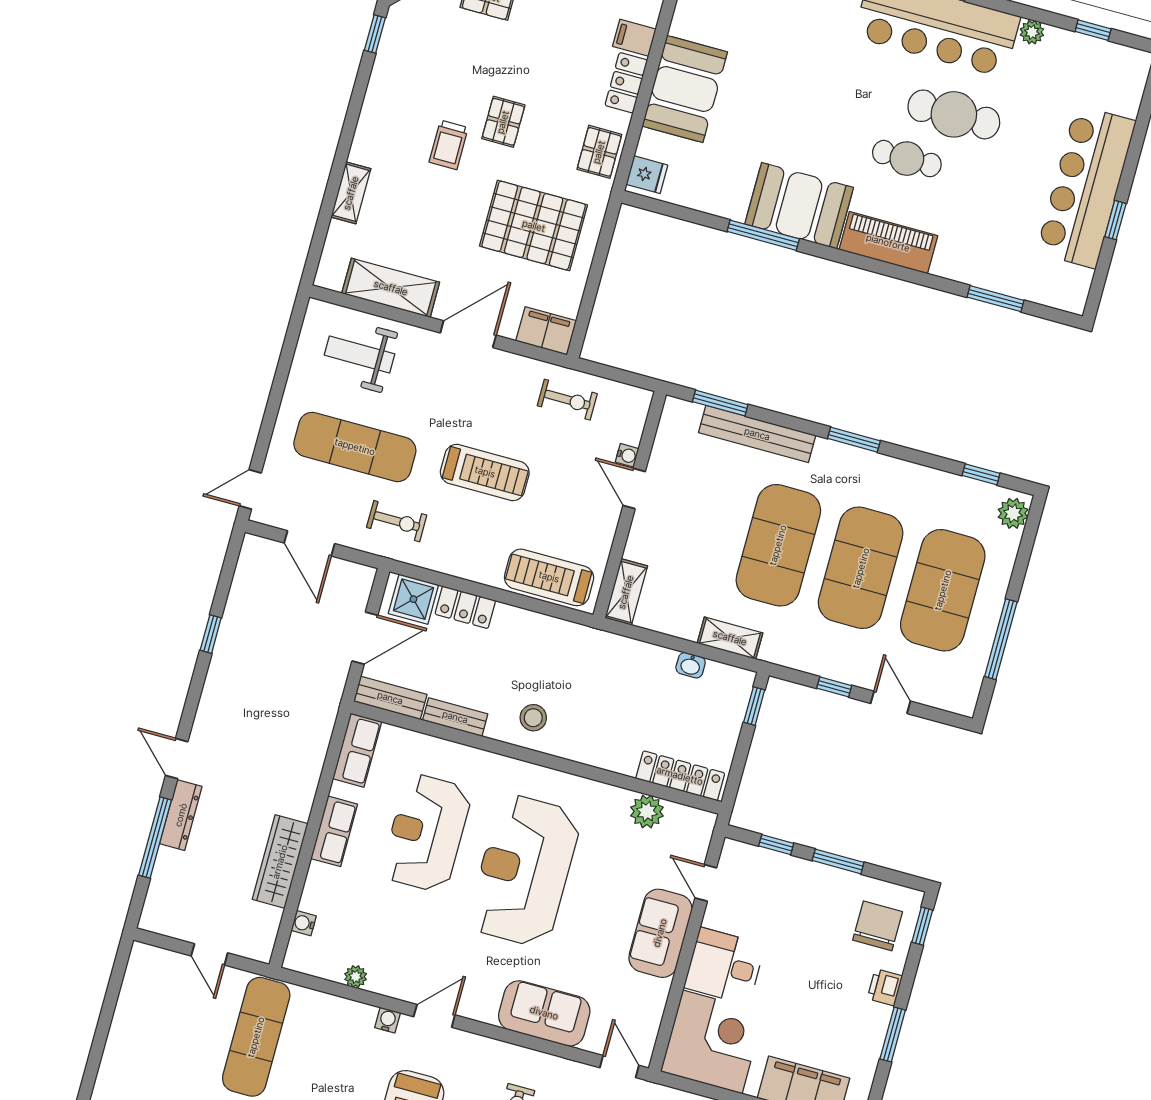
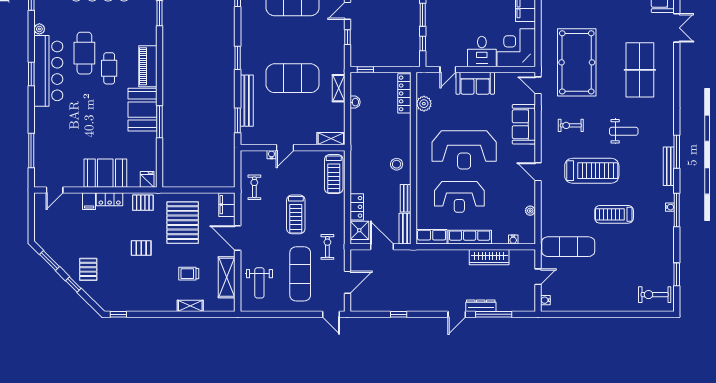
trolley: (449, 145) -> (189, 274), moved, turned 180
treadmill: (485, 472) -> (296, 214), turned 180
exercise mat: (861, 568) -> (293, 40), removed
row of seats: (334, 831) -> (470, 237), width x1.48
water cooler: (388, 1020) -> (545, 300), moved
door: (619, 1067) -> (538, 85), hinge flipped

